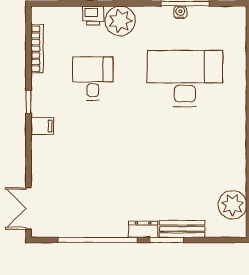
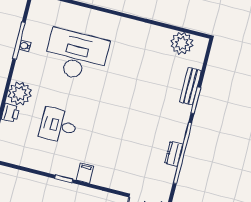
bookcase: (37, 49) -> (25, 162), removed
desk: (185, 78) -> (76, 55), turned 90
dresser: (143, 229) -> (174, 154), moved

